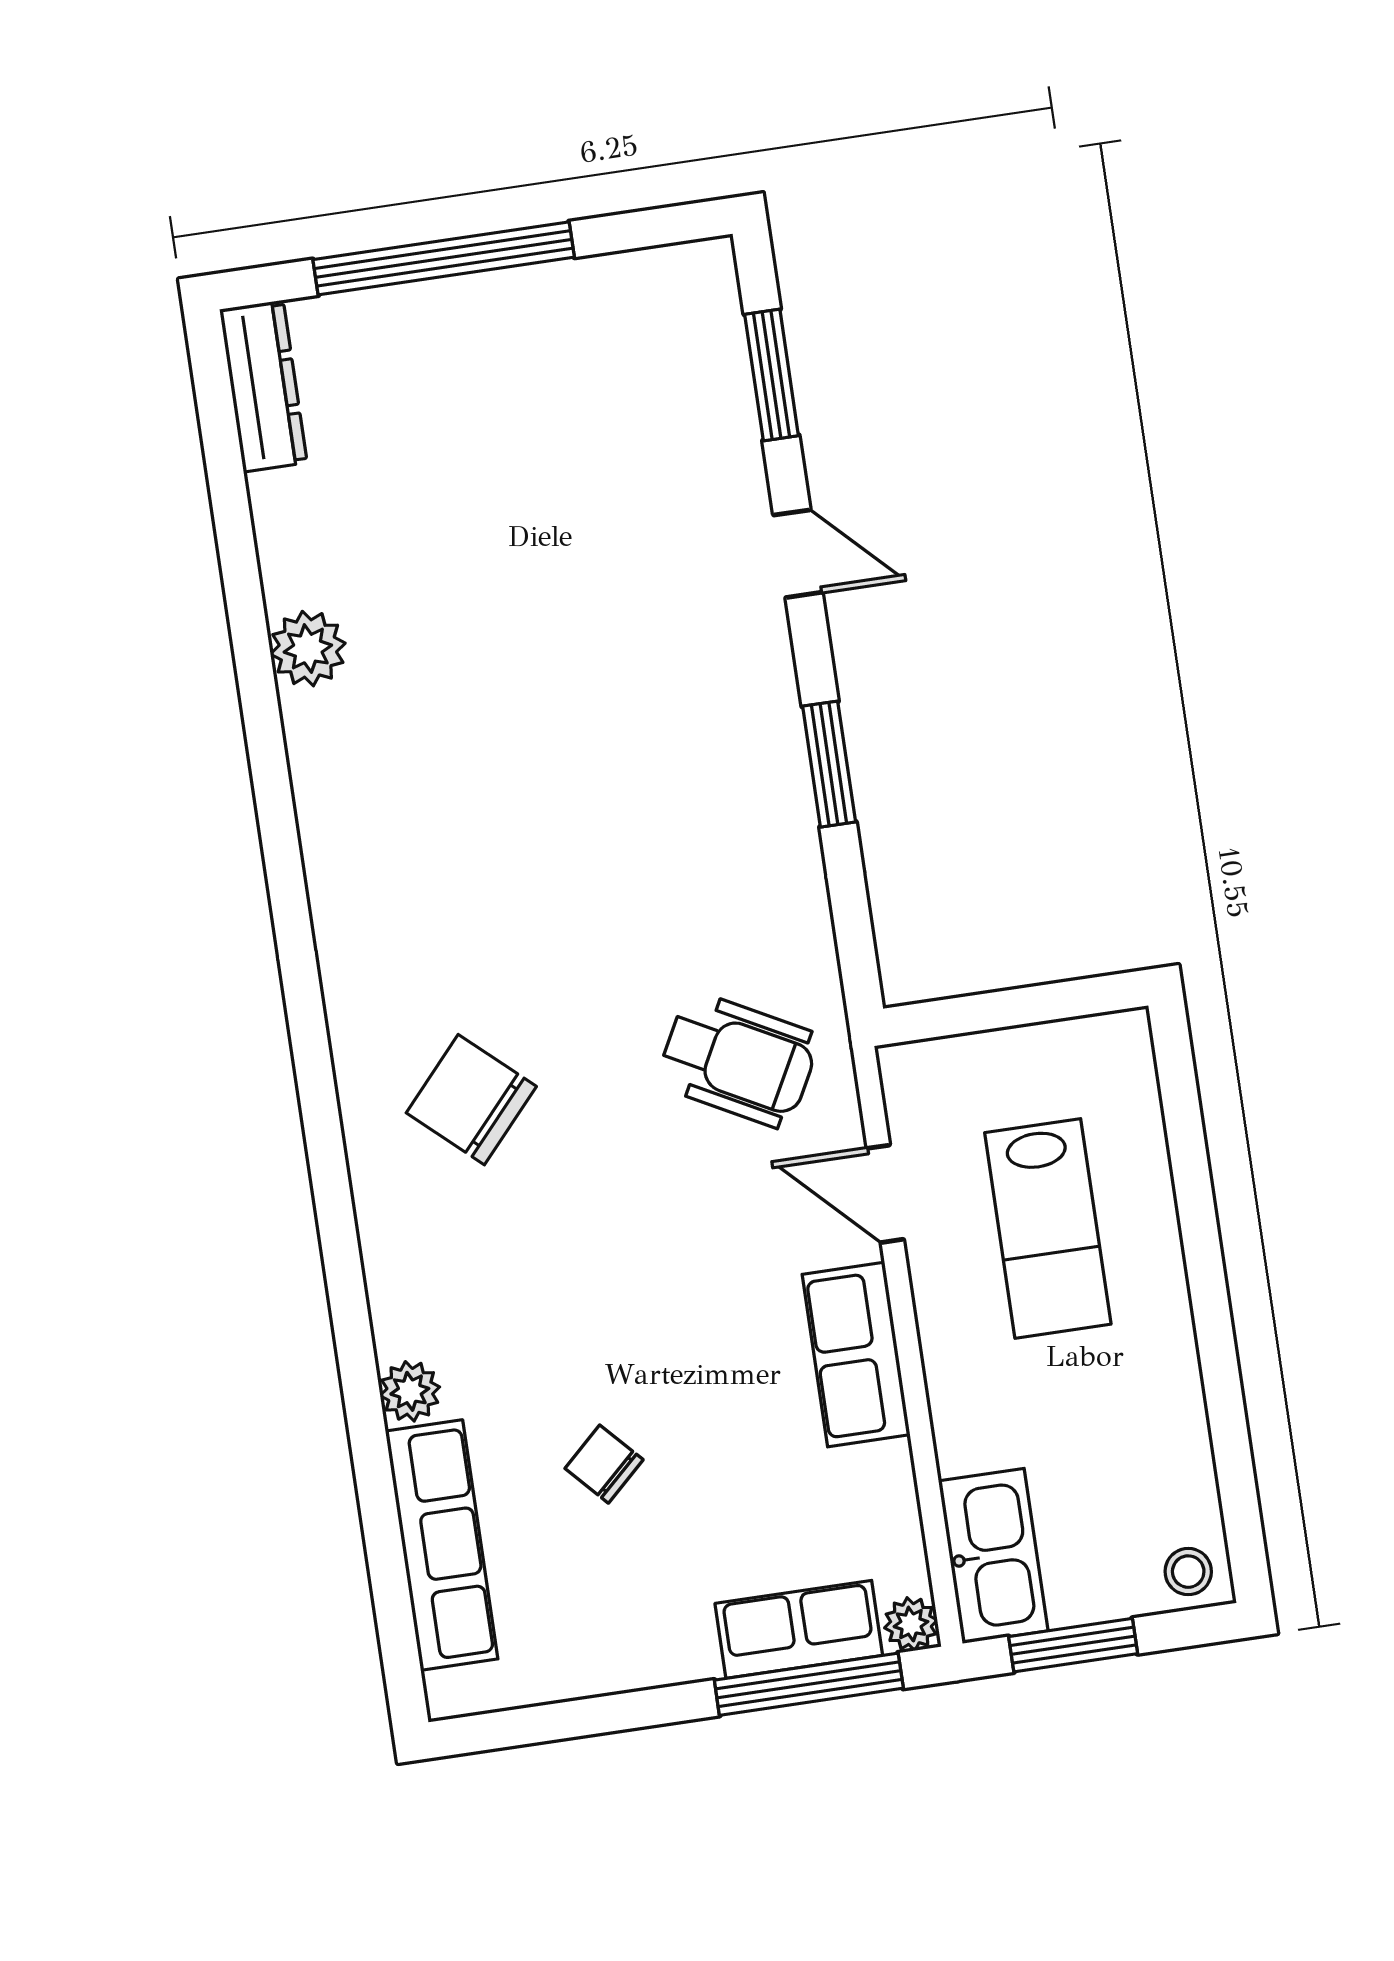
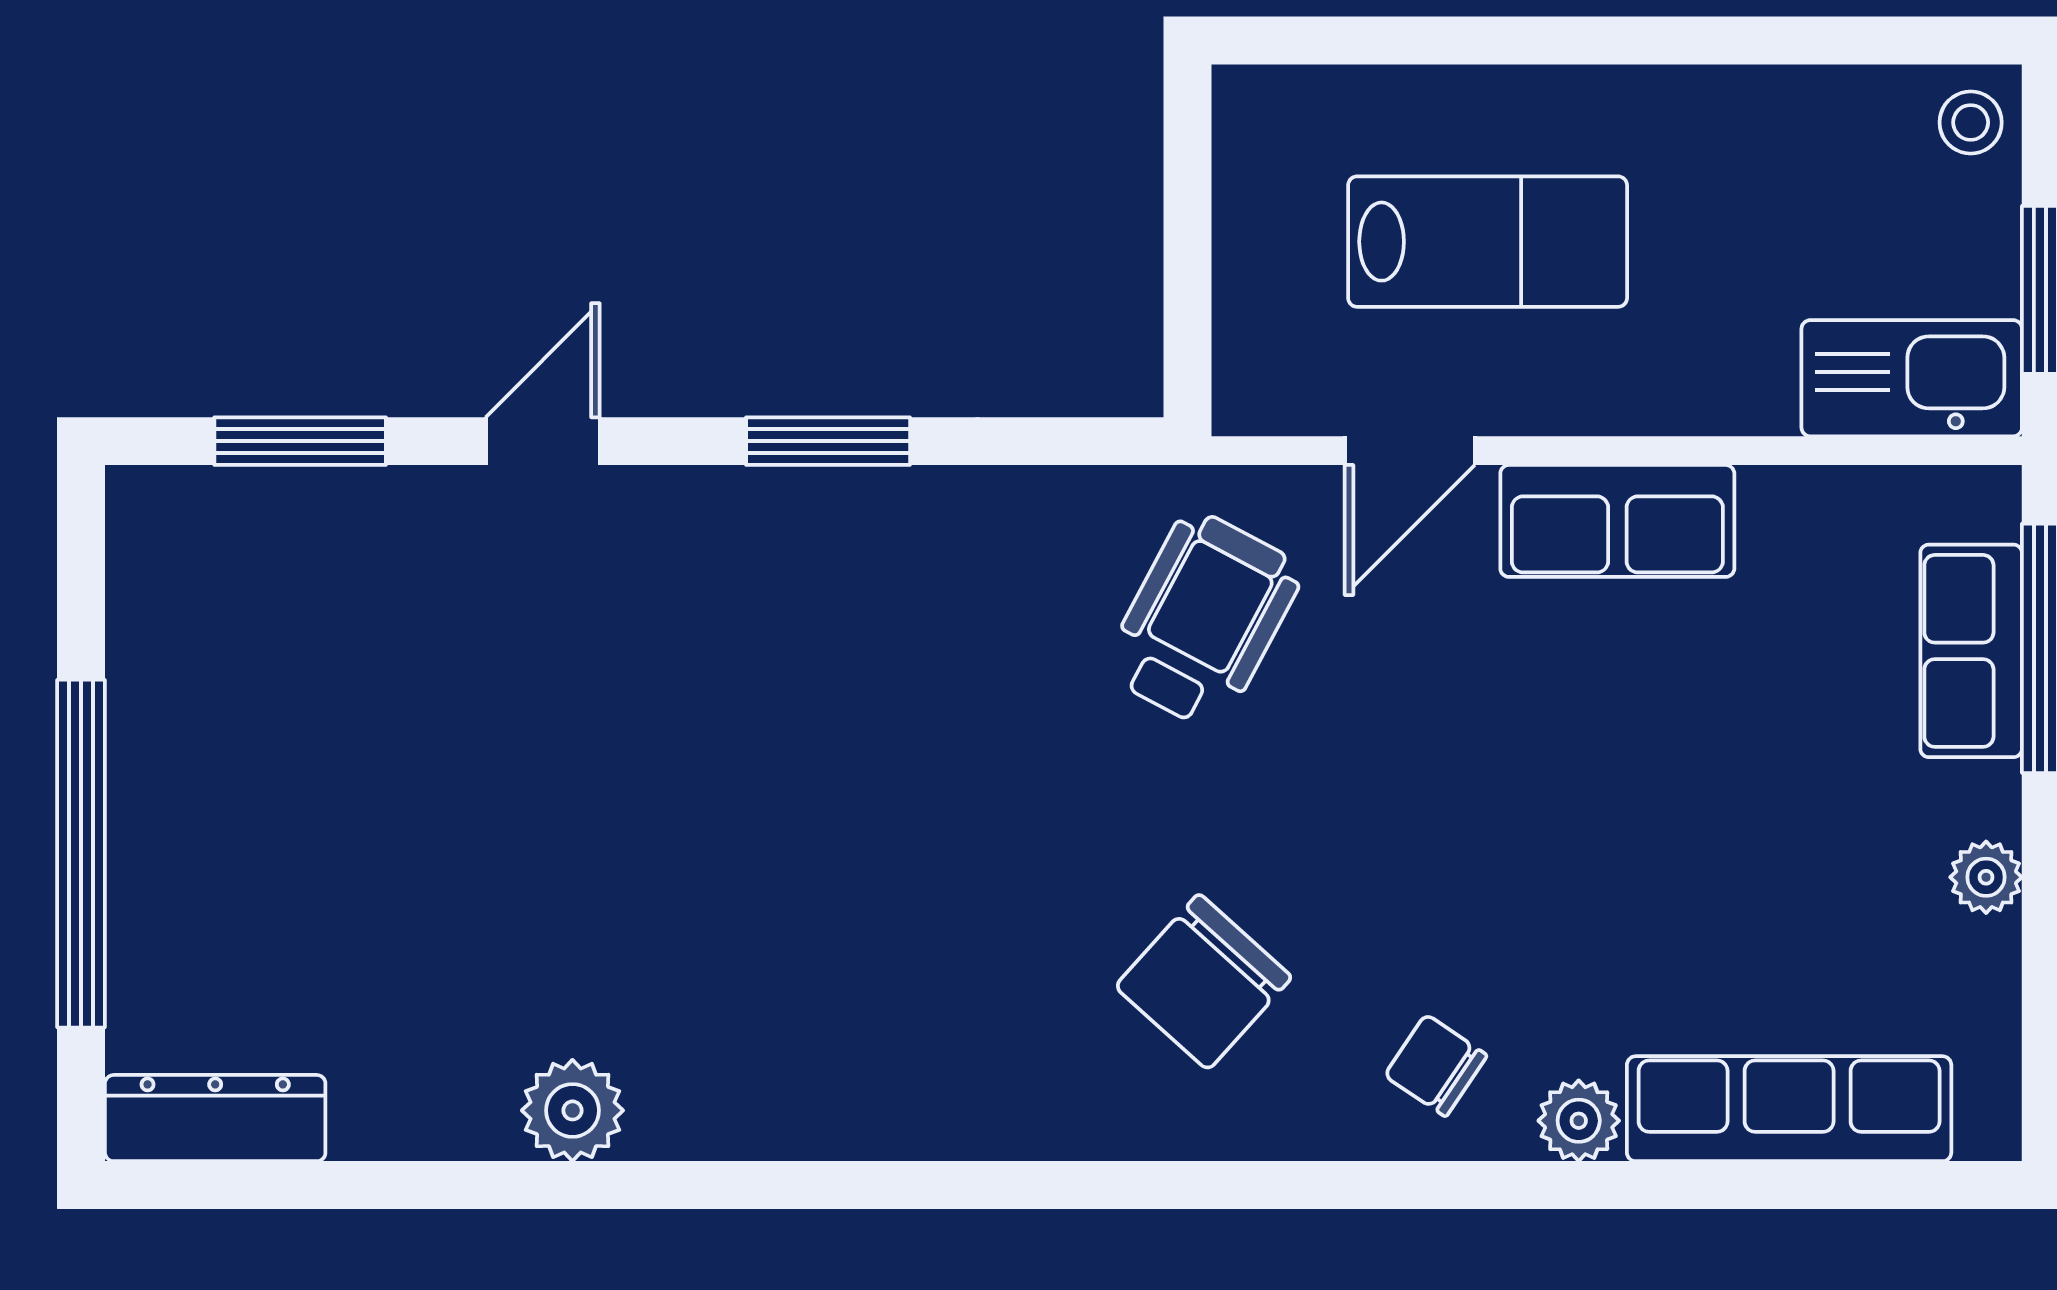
chair: (604, 1464) -> (1436, 1065), moved, turned 77
plant: (911, 1624) -> (1986, 877), moved

